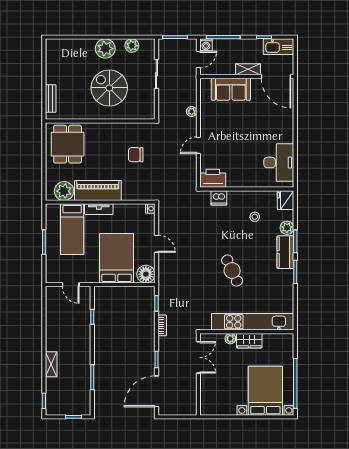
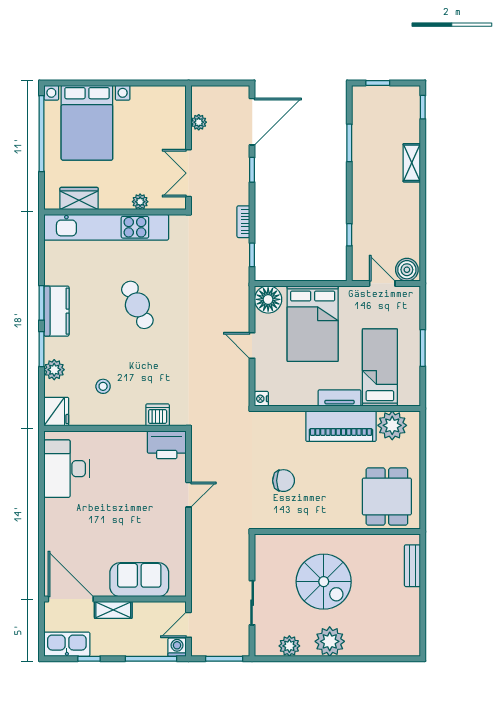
plant: (192, 111) -> (199, 122), moved
kitchen counter: (285, 252) -> (57, 311), moved
boiler: (54, 294) -> (407, 270), added
wardrobe: (249, 341) -> (79, 198), moved

